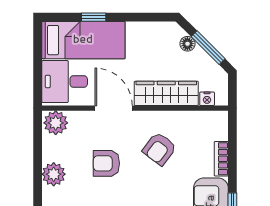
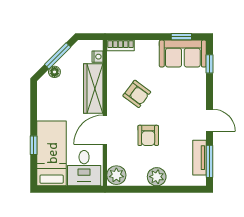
bookcase: (221, 159) -> (121, 45), moved

